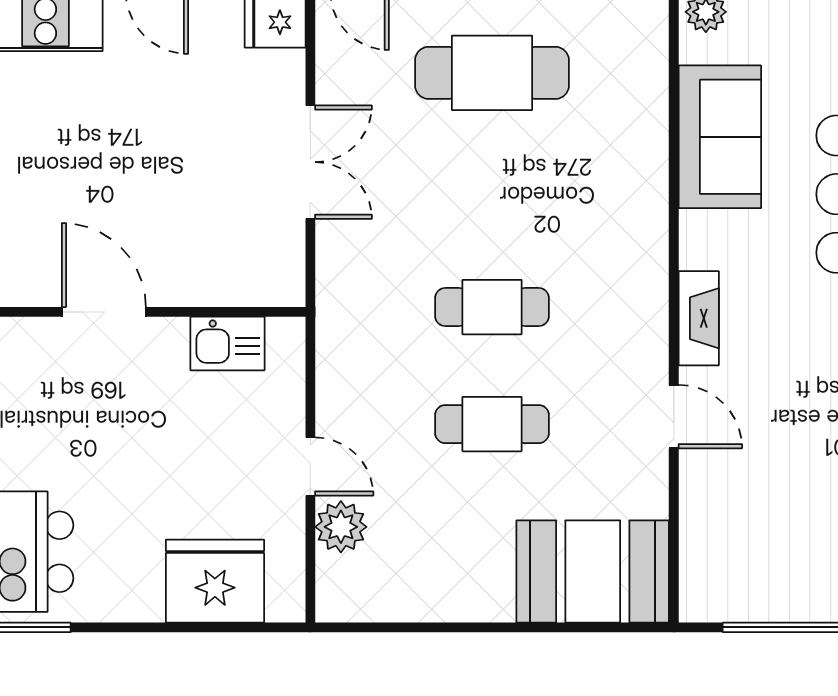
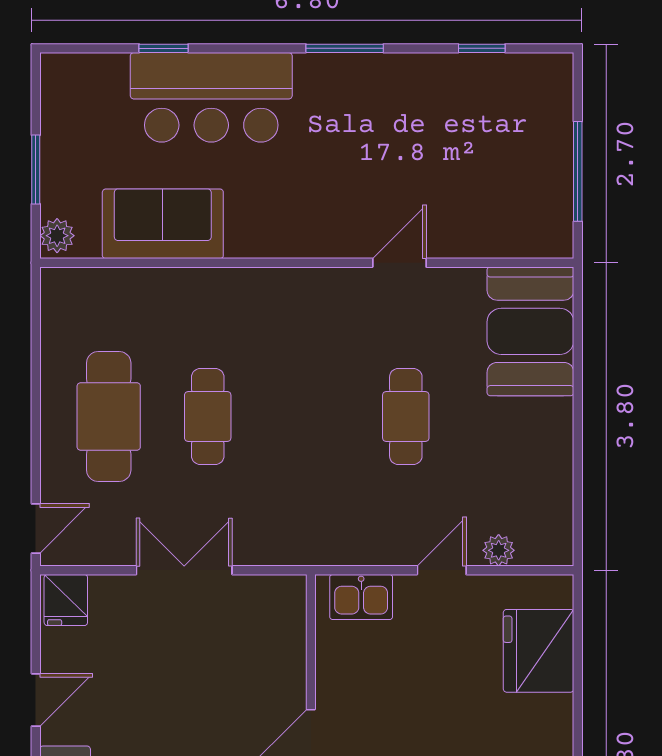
cafe table: (492, 307) -> (208, 416), moved
fireplace: (699, 318) -> (316, 242), removed
kitchen sink: (228, 343) -> (361, 597), moved, turned 90
plant: (341, 527) -> (499, 550), width x0.73, depth x0.73

